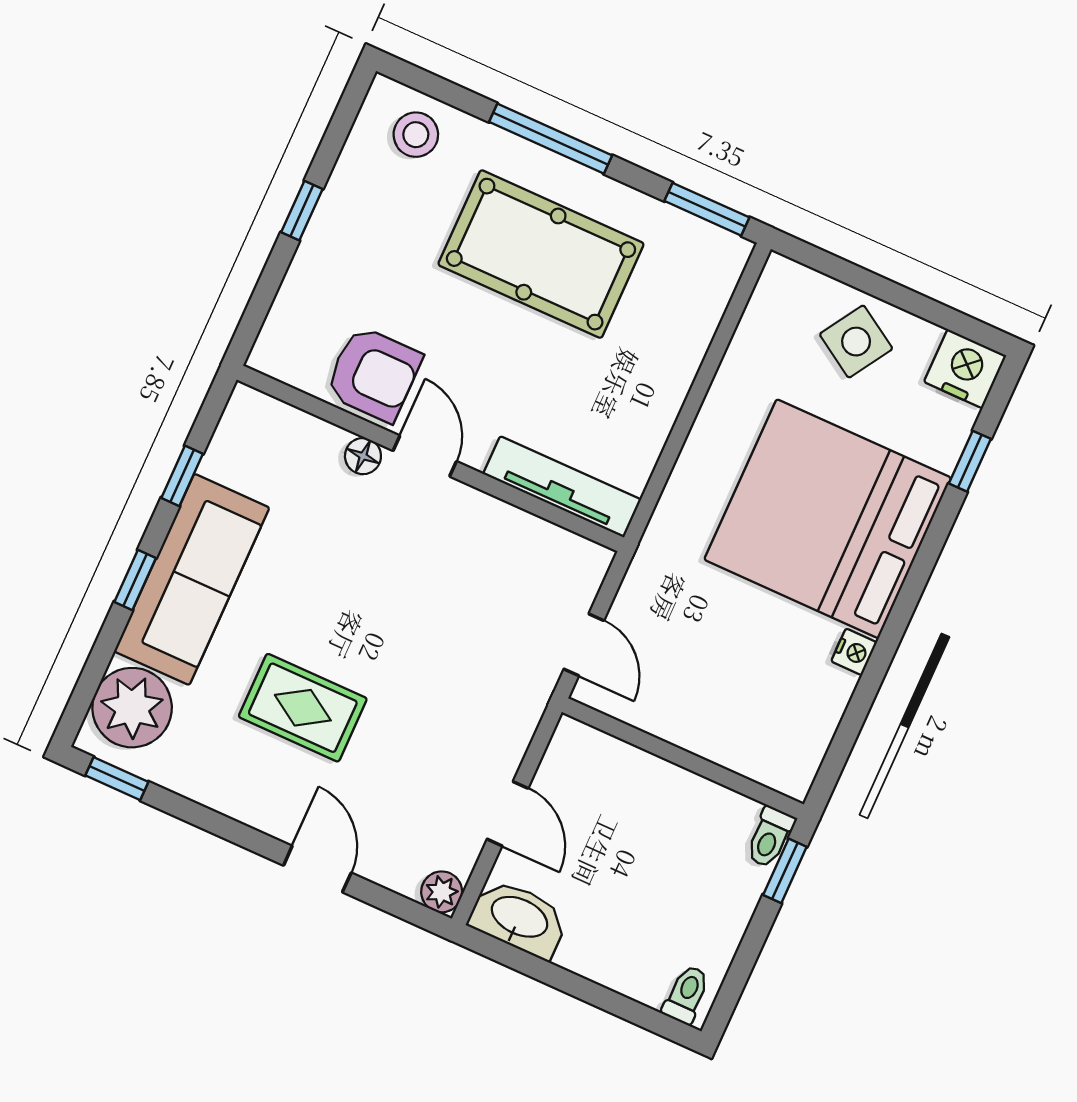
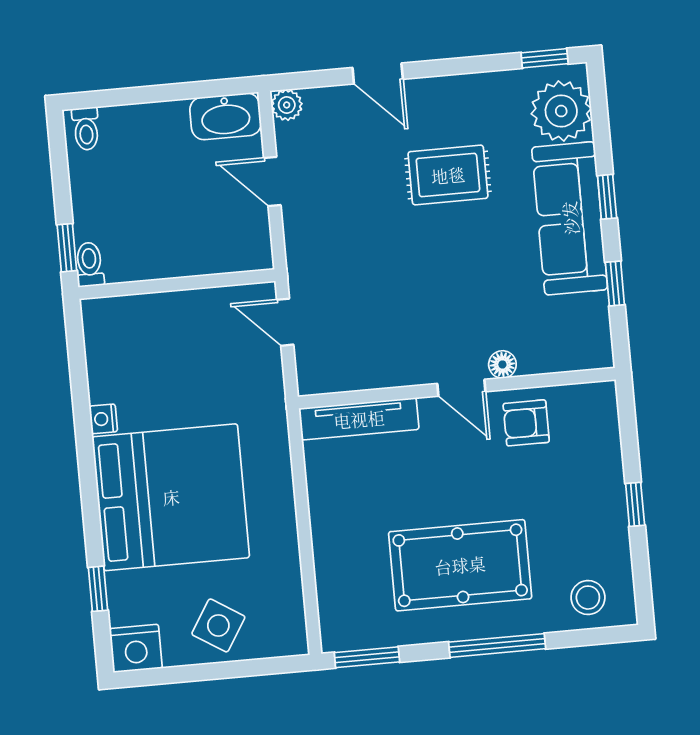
armchair: (374, 374) -> (526, 423), width x0.72, depth x0.72

